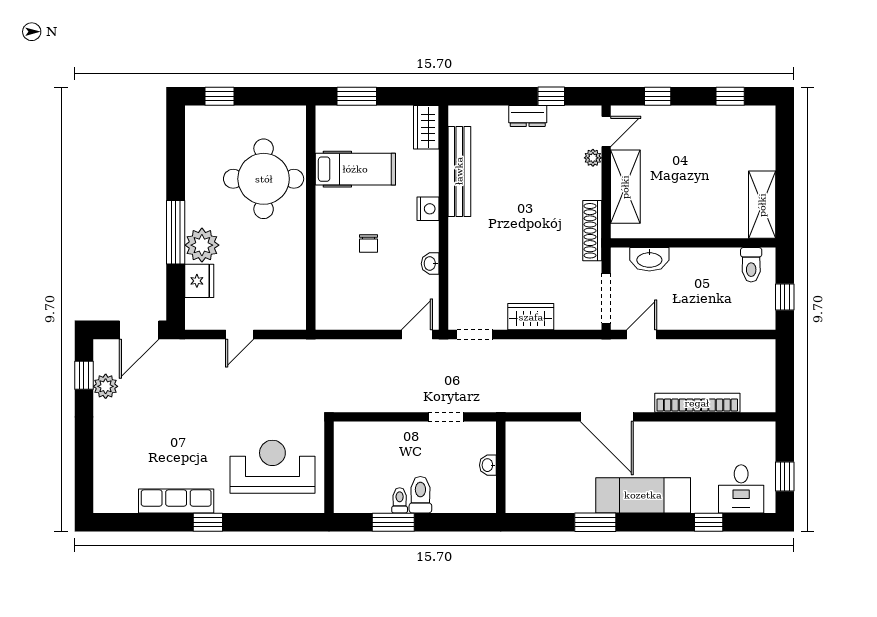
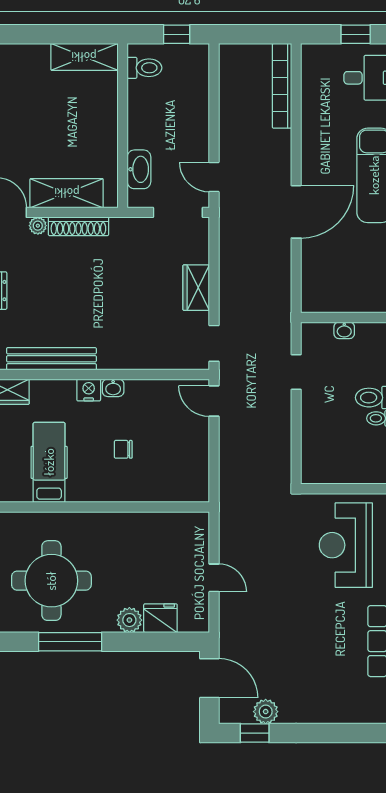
round table: (264, 179) -> (51, 581), moved
shoe rack: (592, 231) -> (78, 226), moved
window: (176, 232) -> (70, 642), moved
chair: (368, 243) -> (123, 449), turned 180
plant: (202, 245) -> (129, 620), width x0.73, depth x0.73
washbasin: (430, 264) -> (113, 388), moved
bookcase: (697, 403) -> (282, 86), moved

